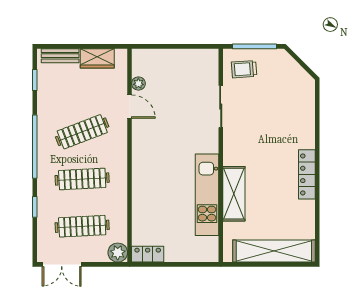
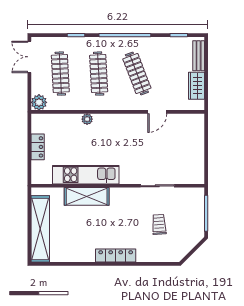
trolley: (244, 69) -> (159, 224), moved
plant: (138, 84) -> (87, 119), moved
locker: (307, 174) -> (116, 256), moved
locker: (148, 254) -> (38, 147), moved

